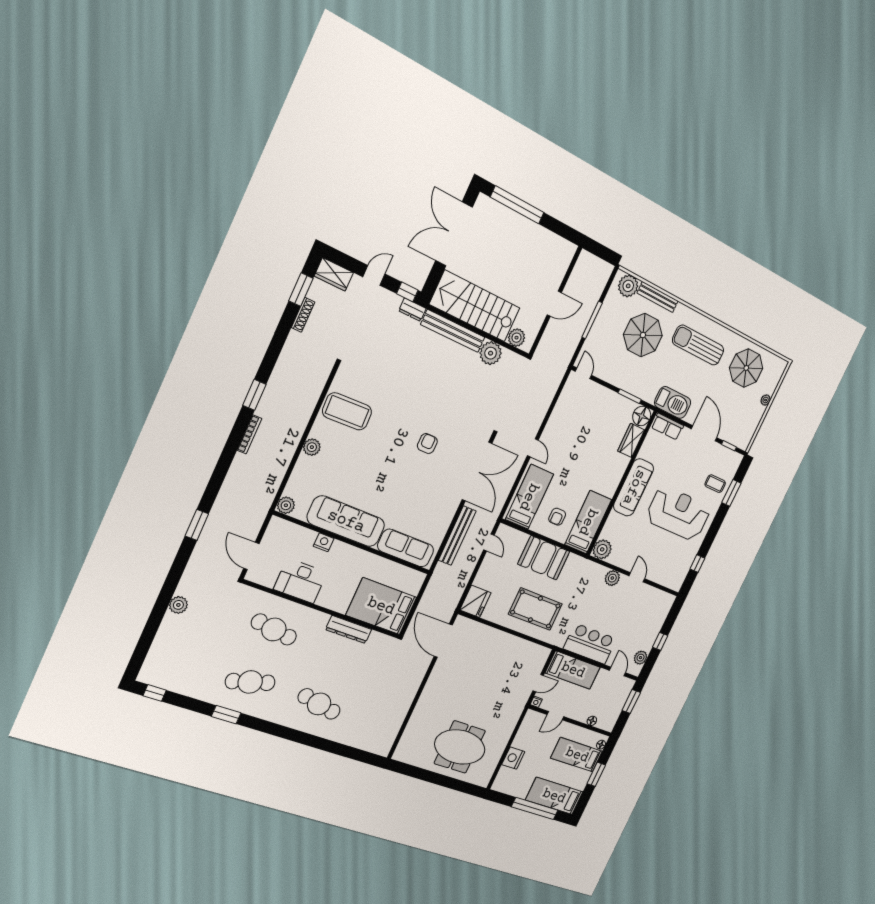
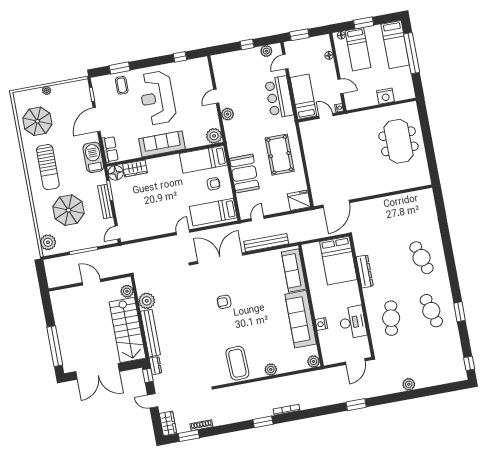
bench: (658, 297) -> (105, 201), moved
cafe table: (319, 704) -> (421, 258), turned -30

